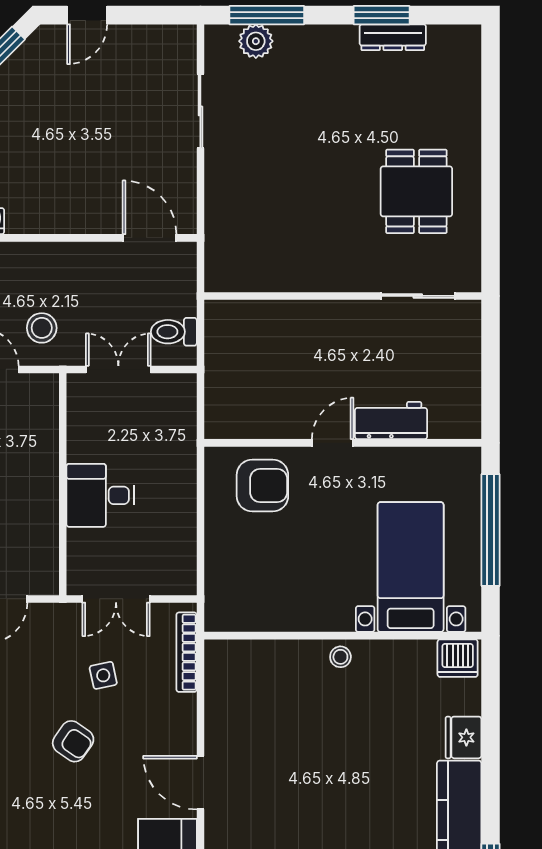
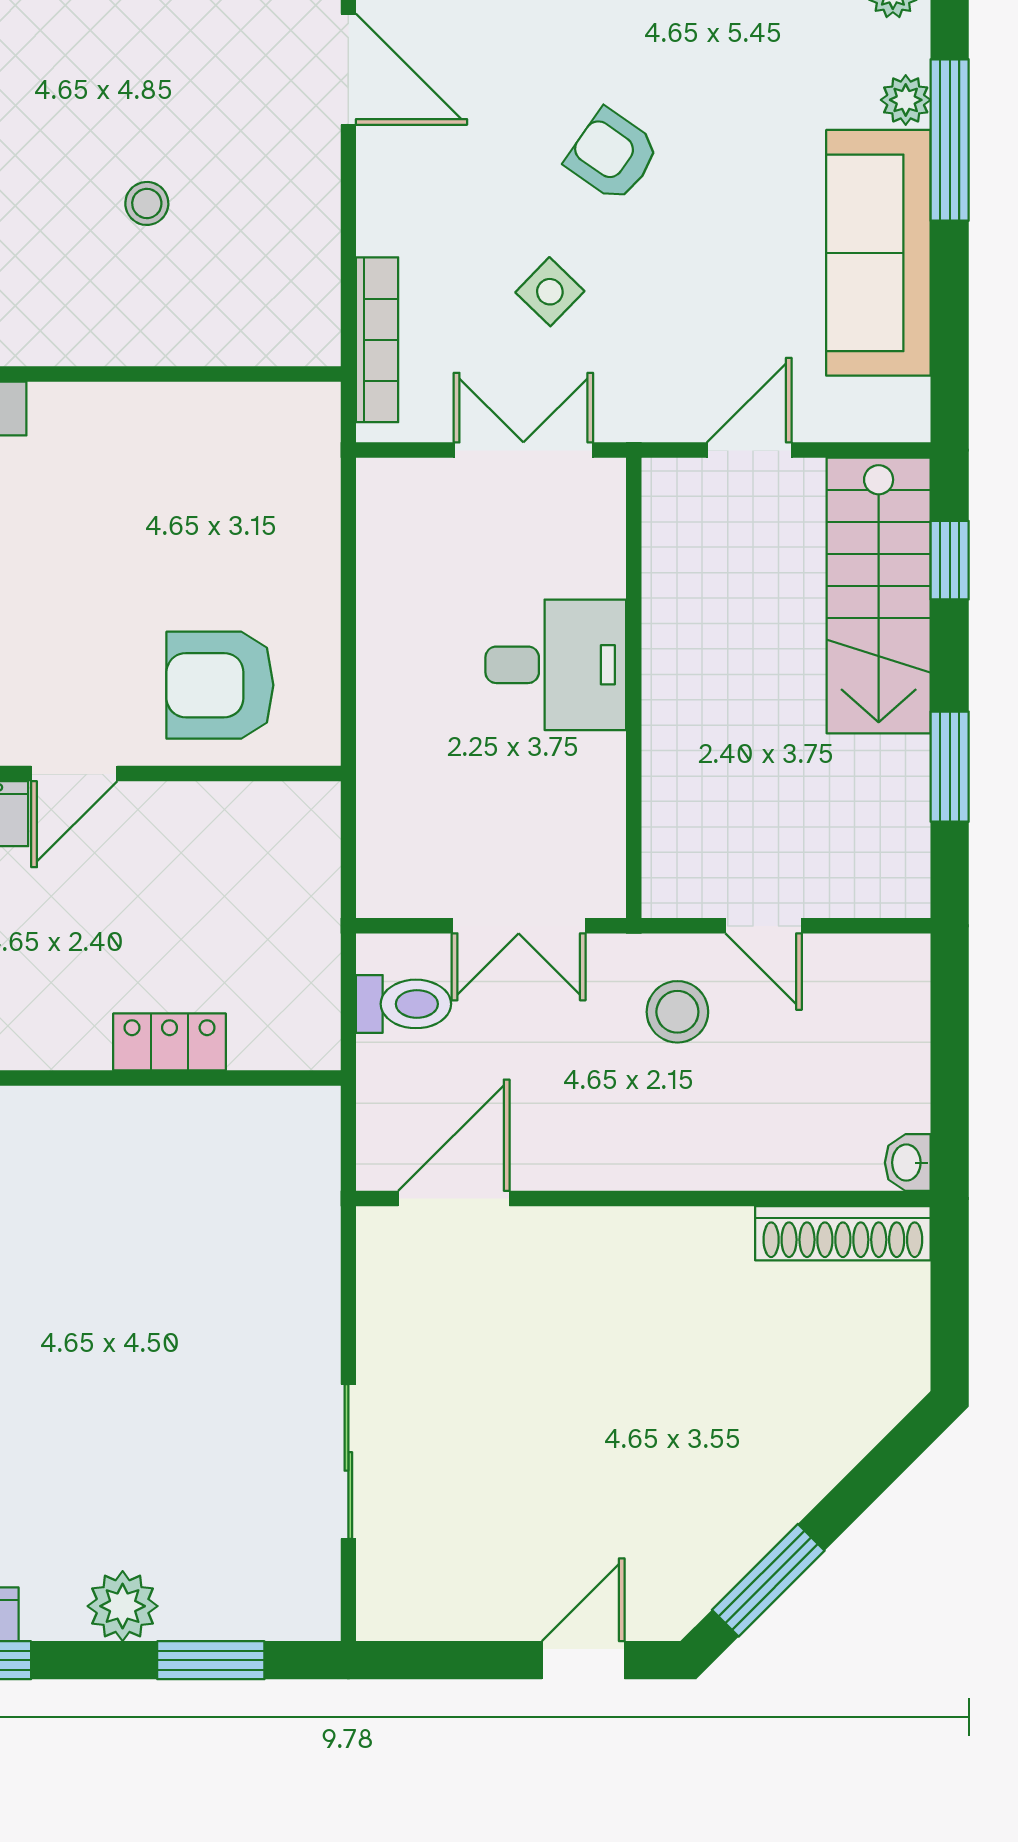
window: (267, 15) -> (211, 1660), width x0.69
plant: (256, 41) -> (123, 1606), moved
door: (150, 238) -> (454, 1198), swing flipped
locker: (287, 313) -> (170, 1042), added
stool: (340, 657) -> (147, 203), moved
side table: (103, 675) -> (550, 292), turned -34

